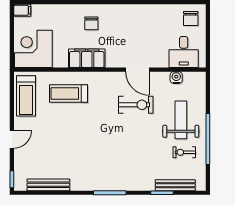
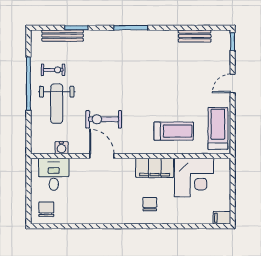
corner desk: (33, 49) -> (194, 177), moved
bench: (48, 185) -> (195, 36), width x0.73

